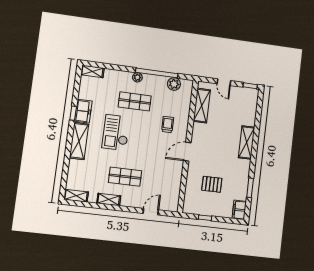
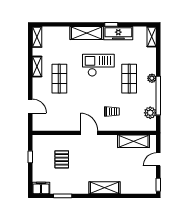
freezer: (83, 111) -> (118, 33), width x1.40

